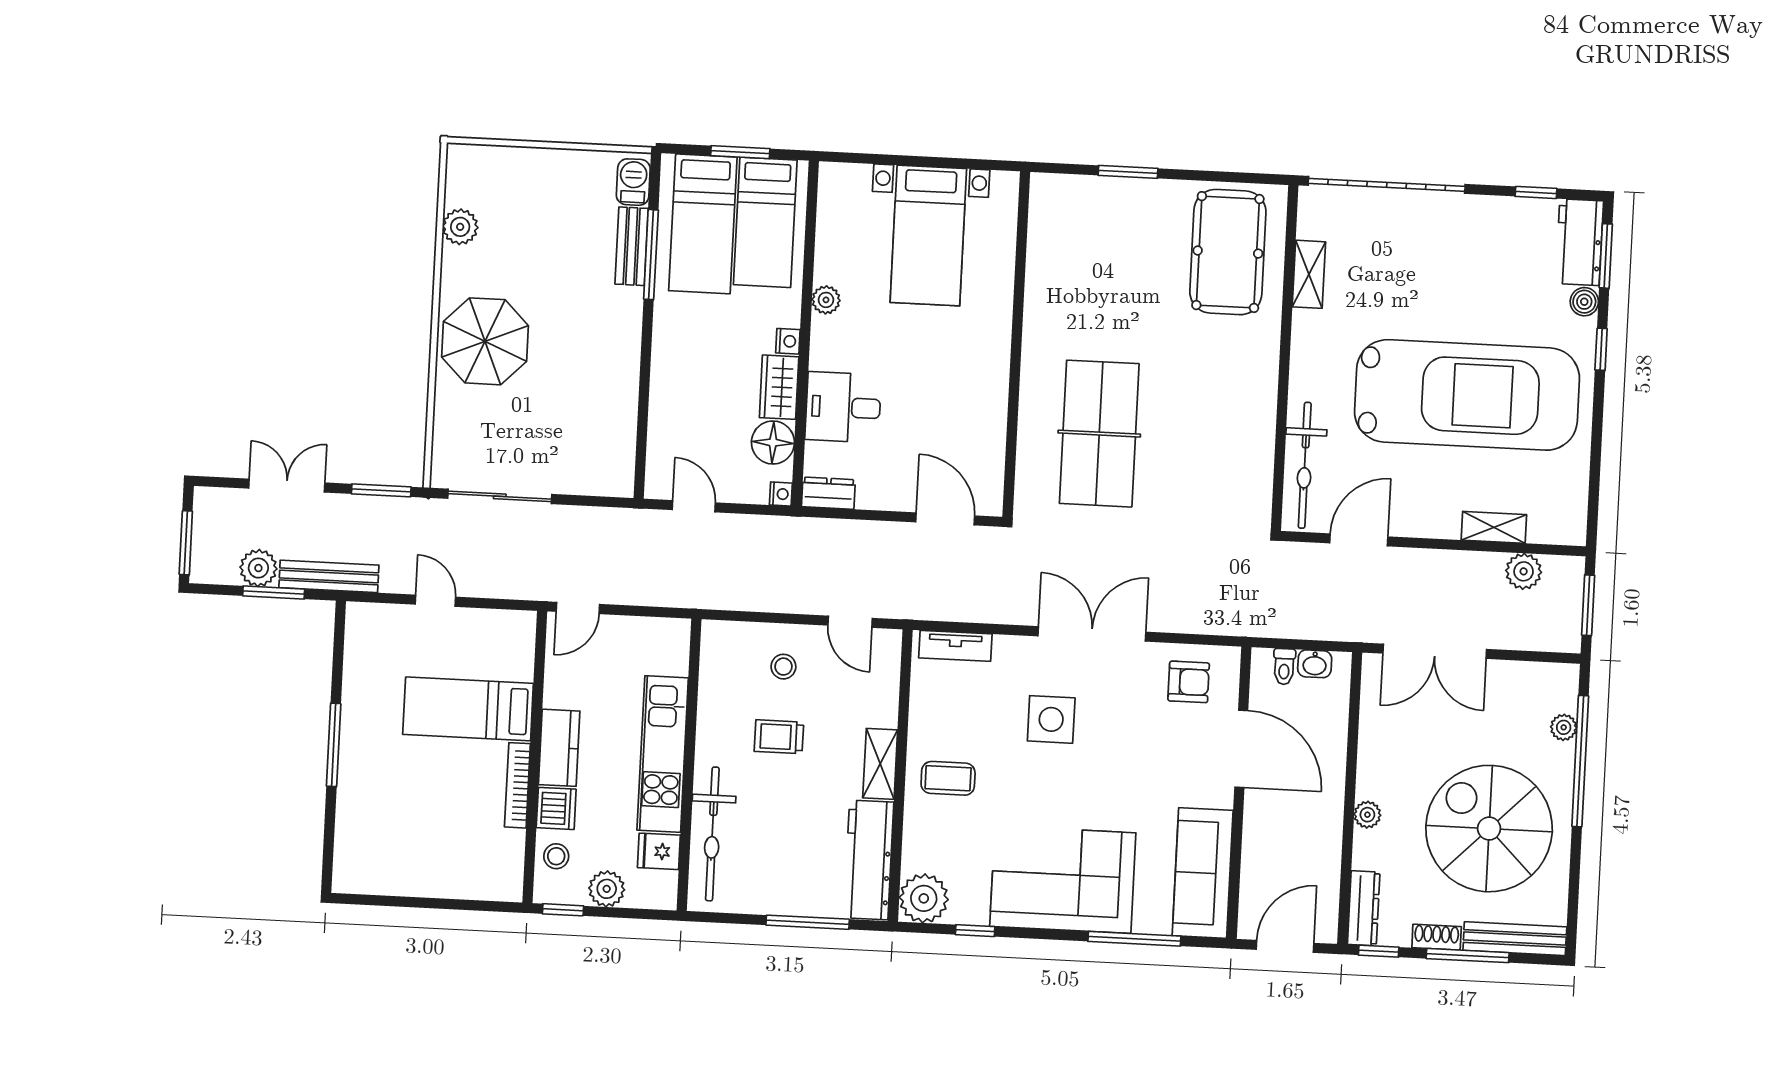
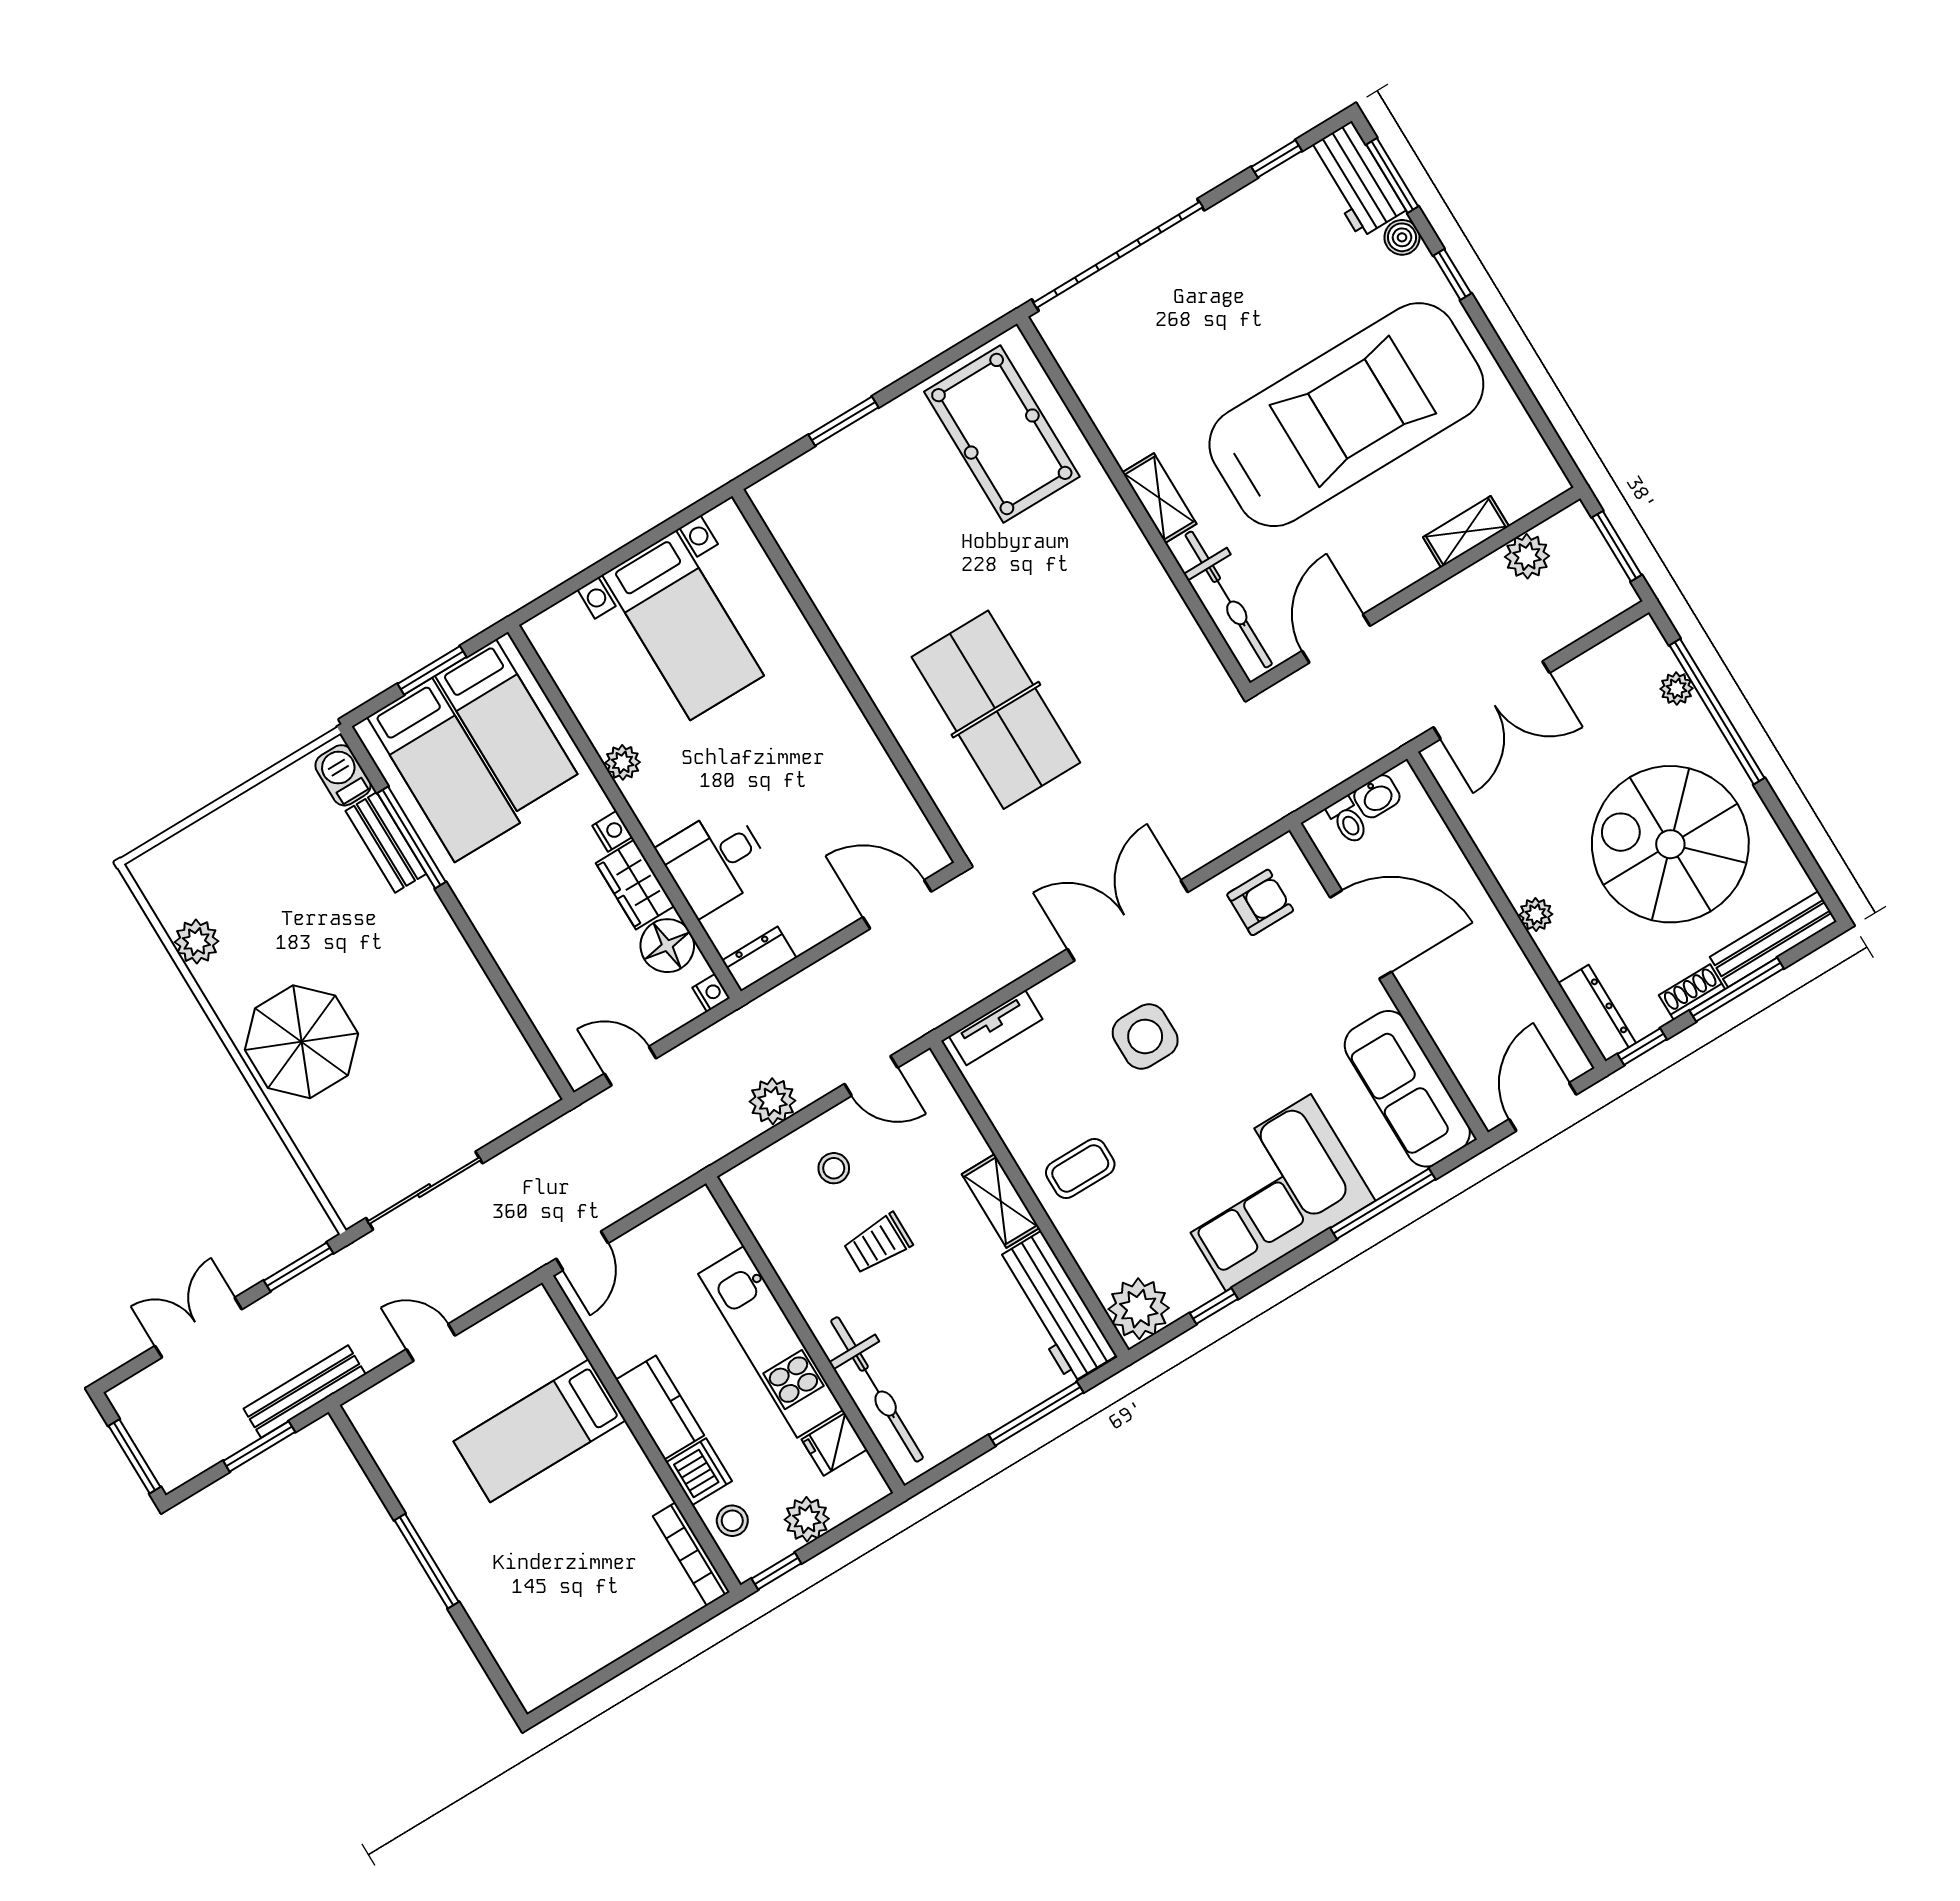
shelving: (1309, 274) -> (1159, 498), moved
plant: (258, 568) -> (772, 1101), moved
bookcase: (517, 785) -> (691, 1554), moved

